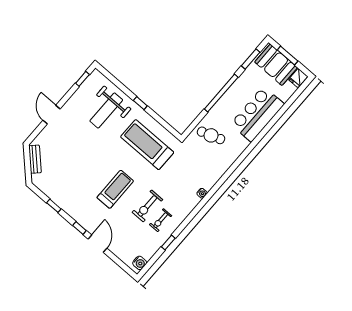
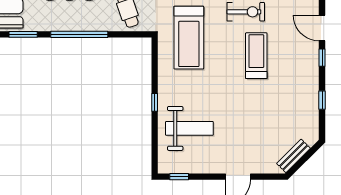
treadmill: (147, 145) -> (189, 38), moved
treadmill: (115, 189) -> (256, 56), turned 90
door: (98, 244) -> (322, 28), hinge flipped

